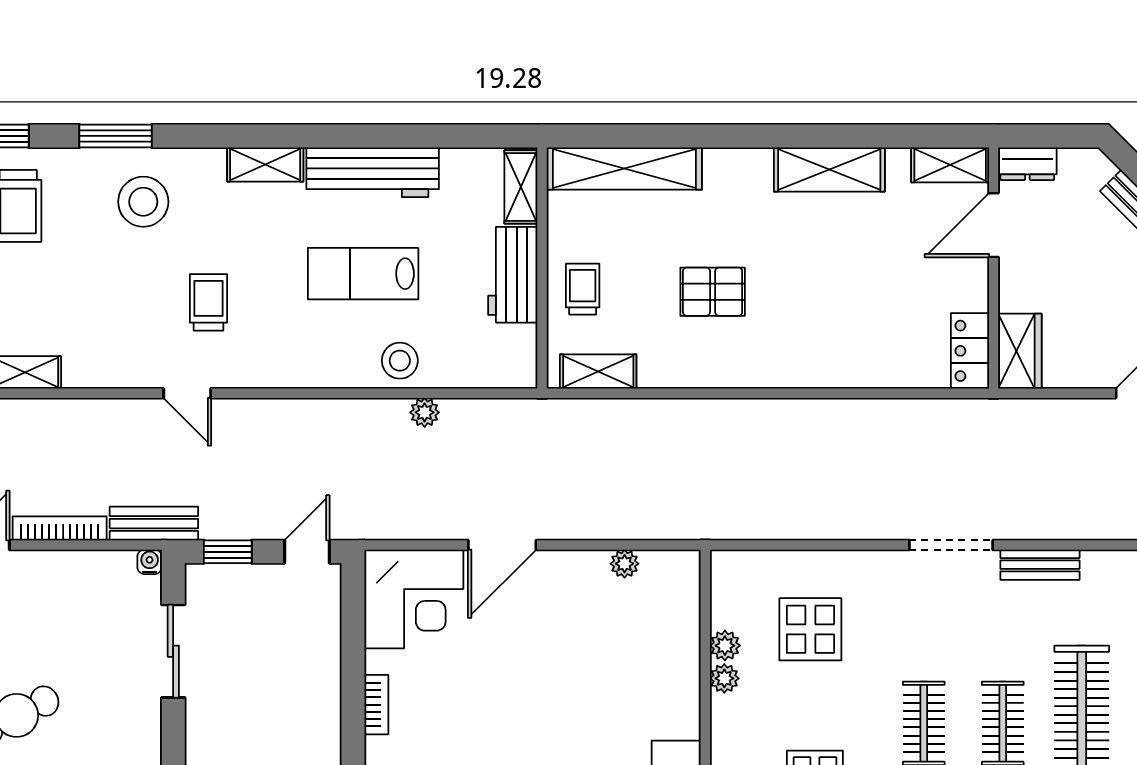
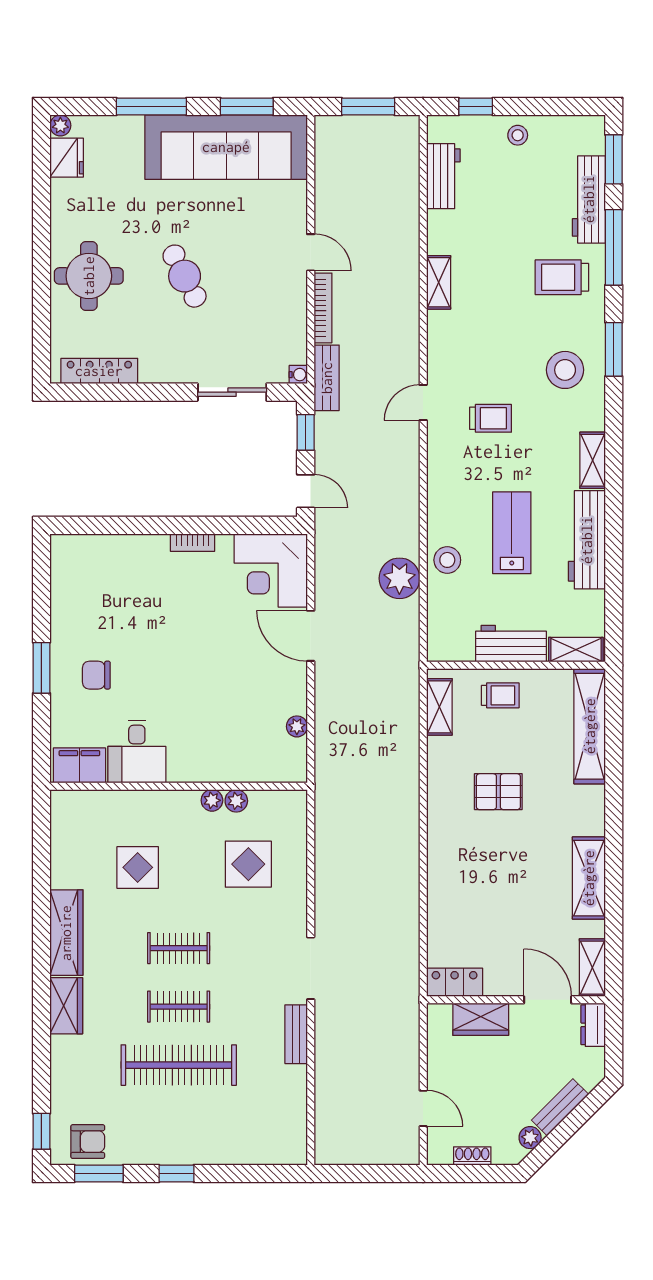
pallet: (713, 292) -> (498, 792), turned 90
wardrobe: (1020, 351) -> (481, 1019), moved
plant: (425, 412) -> (399, 578), width x1.88, depth x1.88

